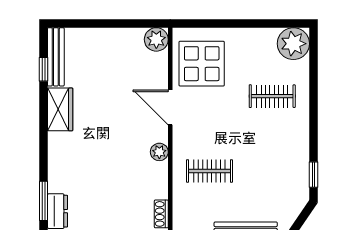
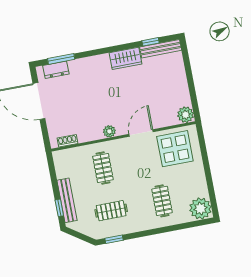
clothes rail: (272, 171) -> (111, 211), added

